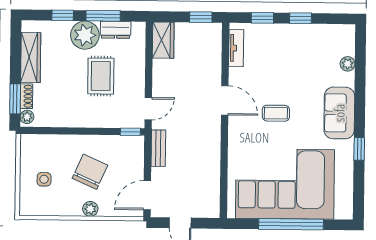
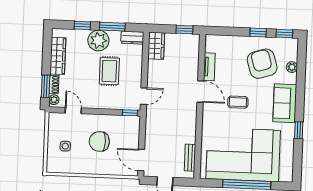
window: (262, 18) -> (284, 34), moved
dresser: (116, 30) -> (132, 38), moved
tv unit: (236, 48) -> (209, 67), moved
armchair: (307, 60) -> (262, 64), added
door: (54, 131) -> (73, 110), added
bench: (158, 148) -> (190, 158), moved
chair: (90, 172) -> (99, 141), turned -114
door: (147, 195) -> (141, 160), hinge flipped
plant: (90, 209) -> (99, 169), removed

